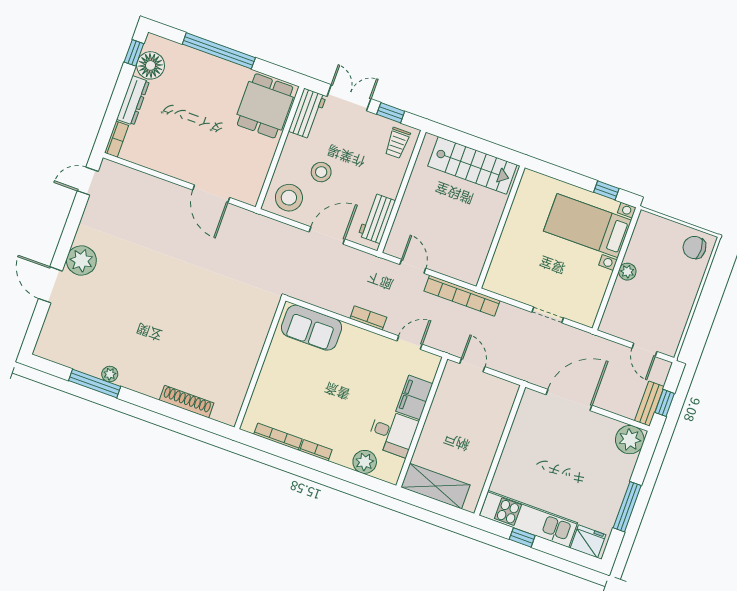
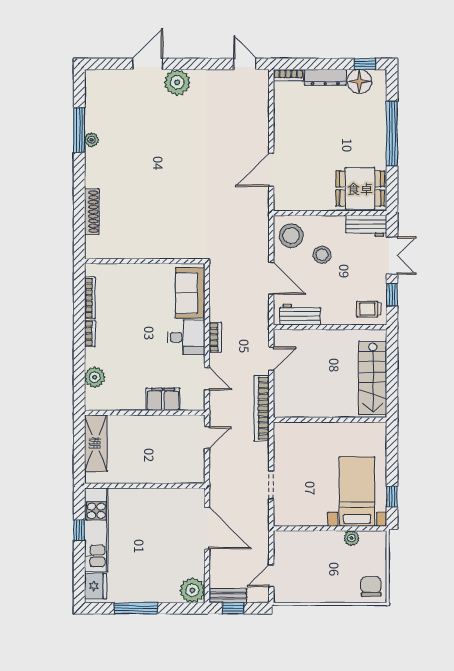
plant: (627, 272) -> (351, 538), moved
desk: (393, 433) -> (186, 337), moved, turned -90

